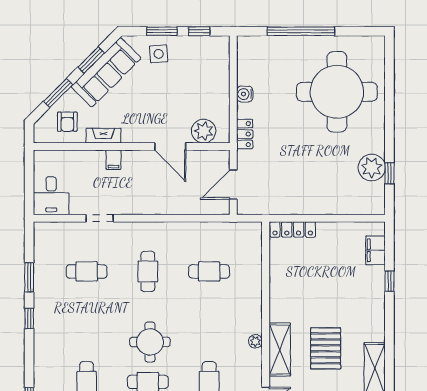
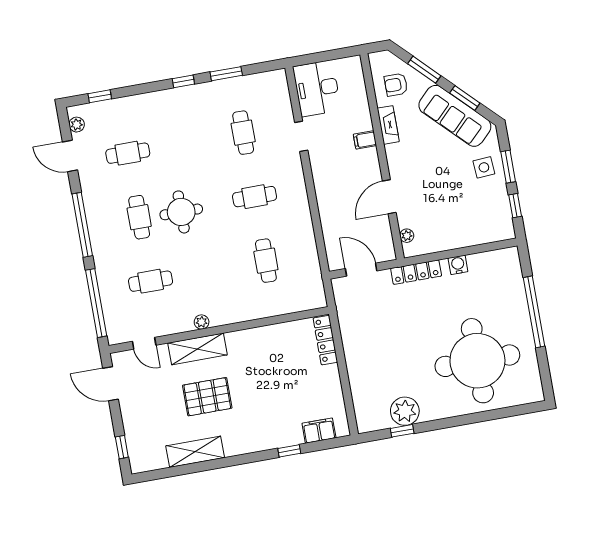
plant: (204, 131) -> (407, 236), width x0.53, depth x0.53
locker: (245, 134) -> (416, 272), width x1.53
desk: (51, 196) -> (317, 88), width x1.37

